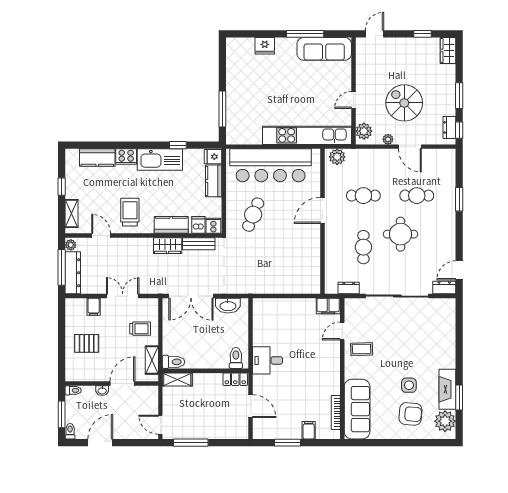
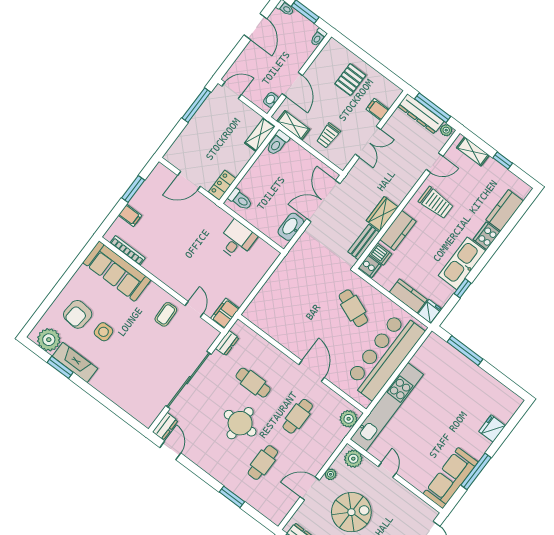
desk: (268, 360) -> (237, 240), moved
washbasin: (102, 391) -> (271, 100), moved

